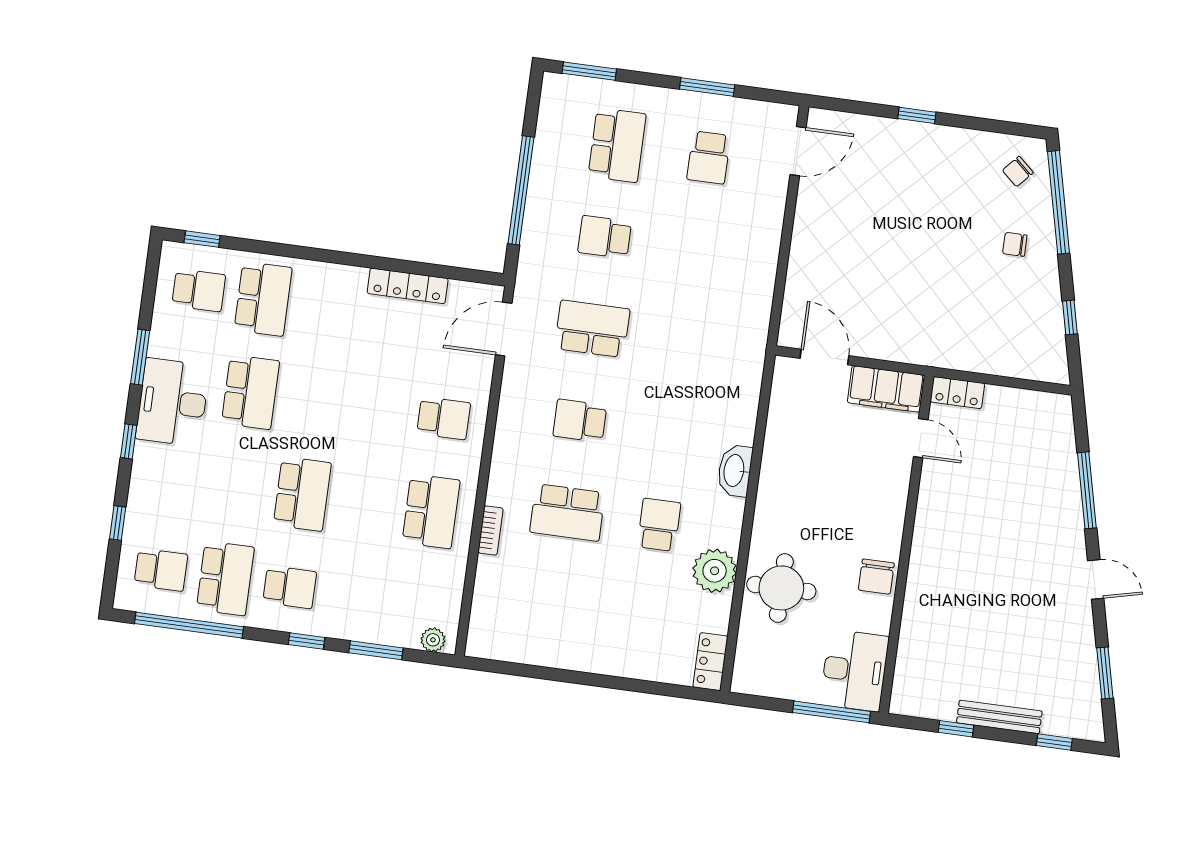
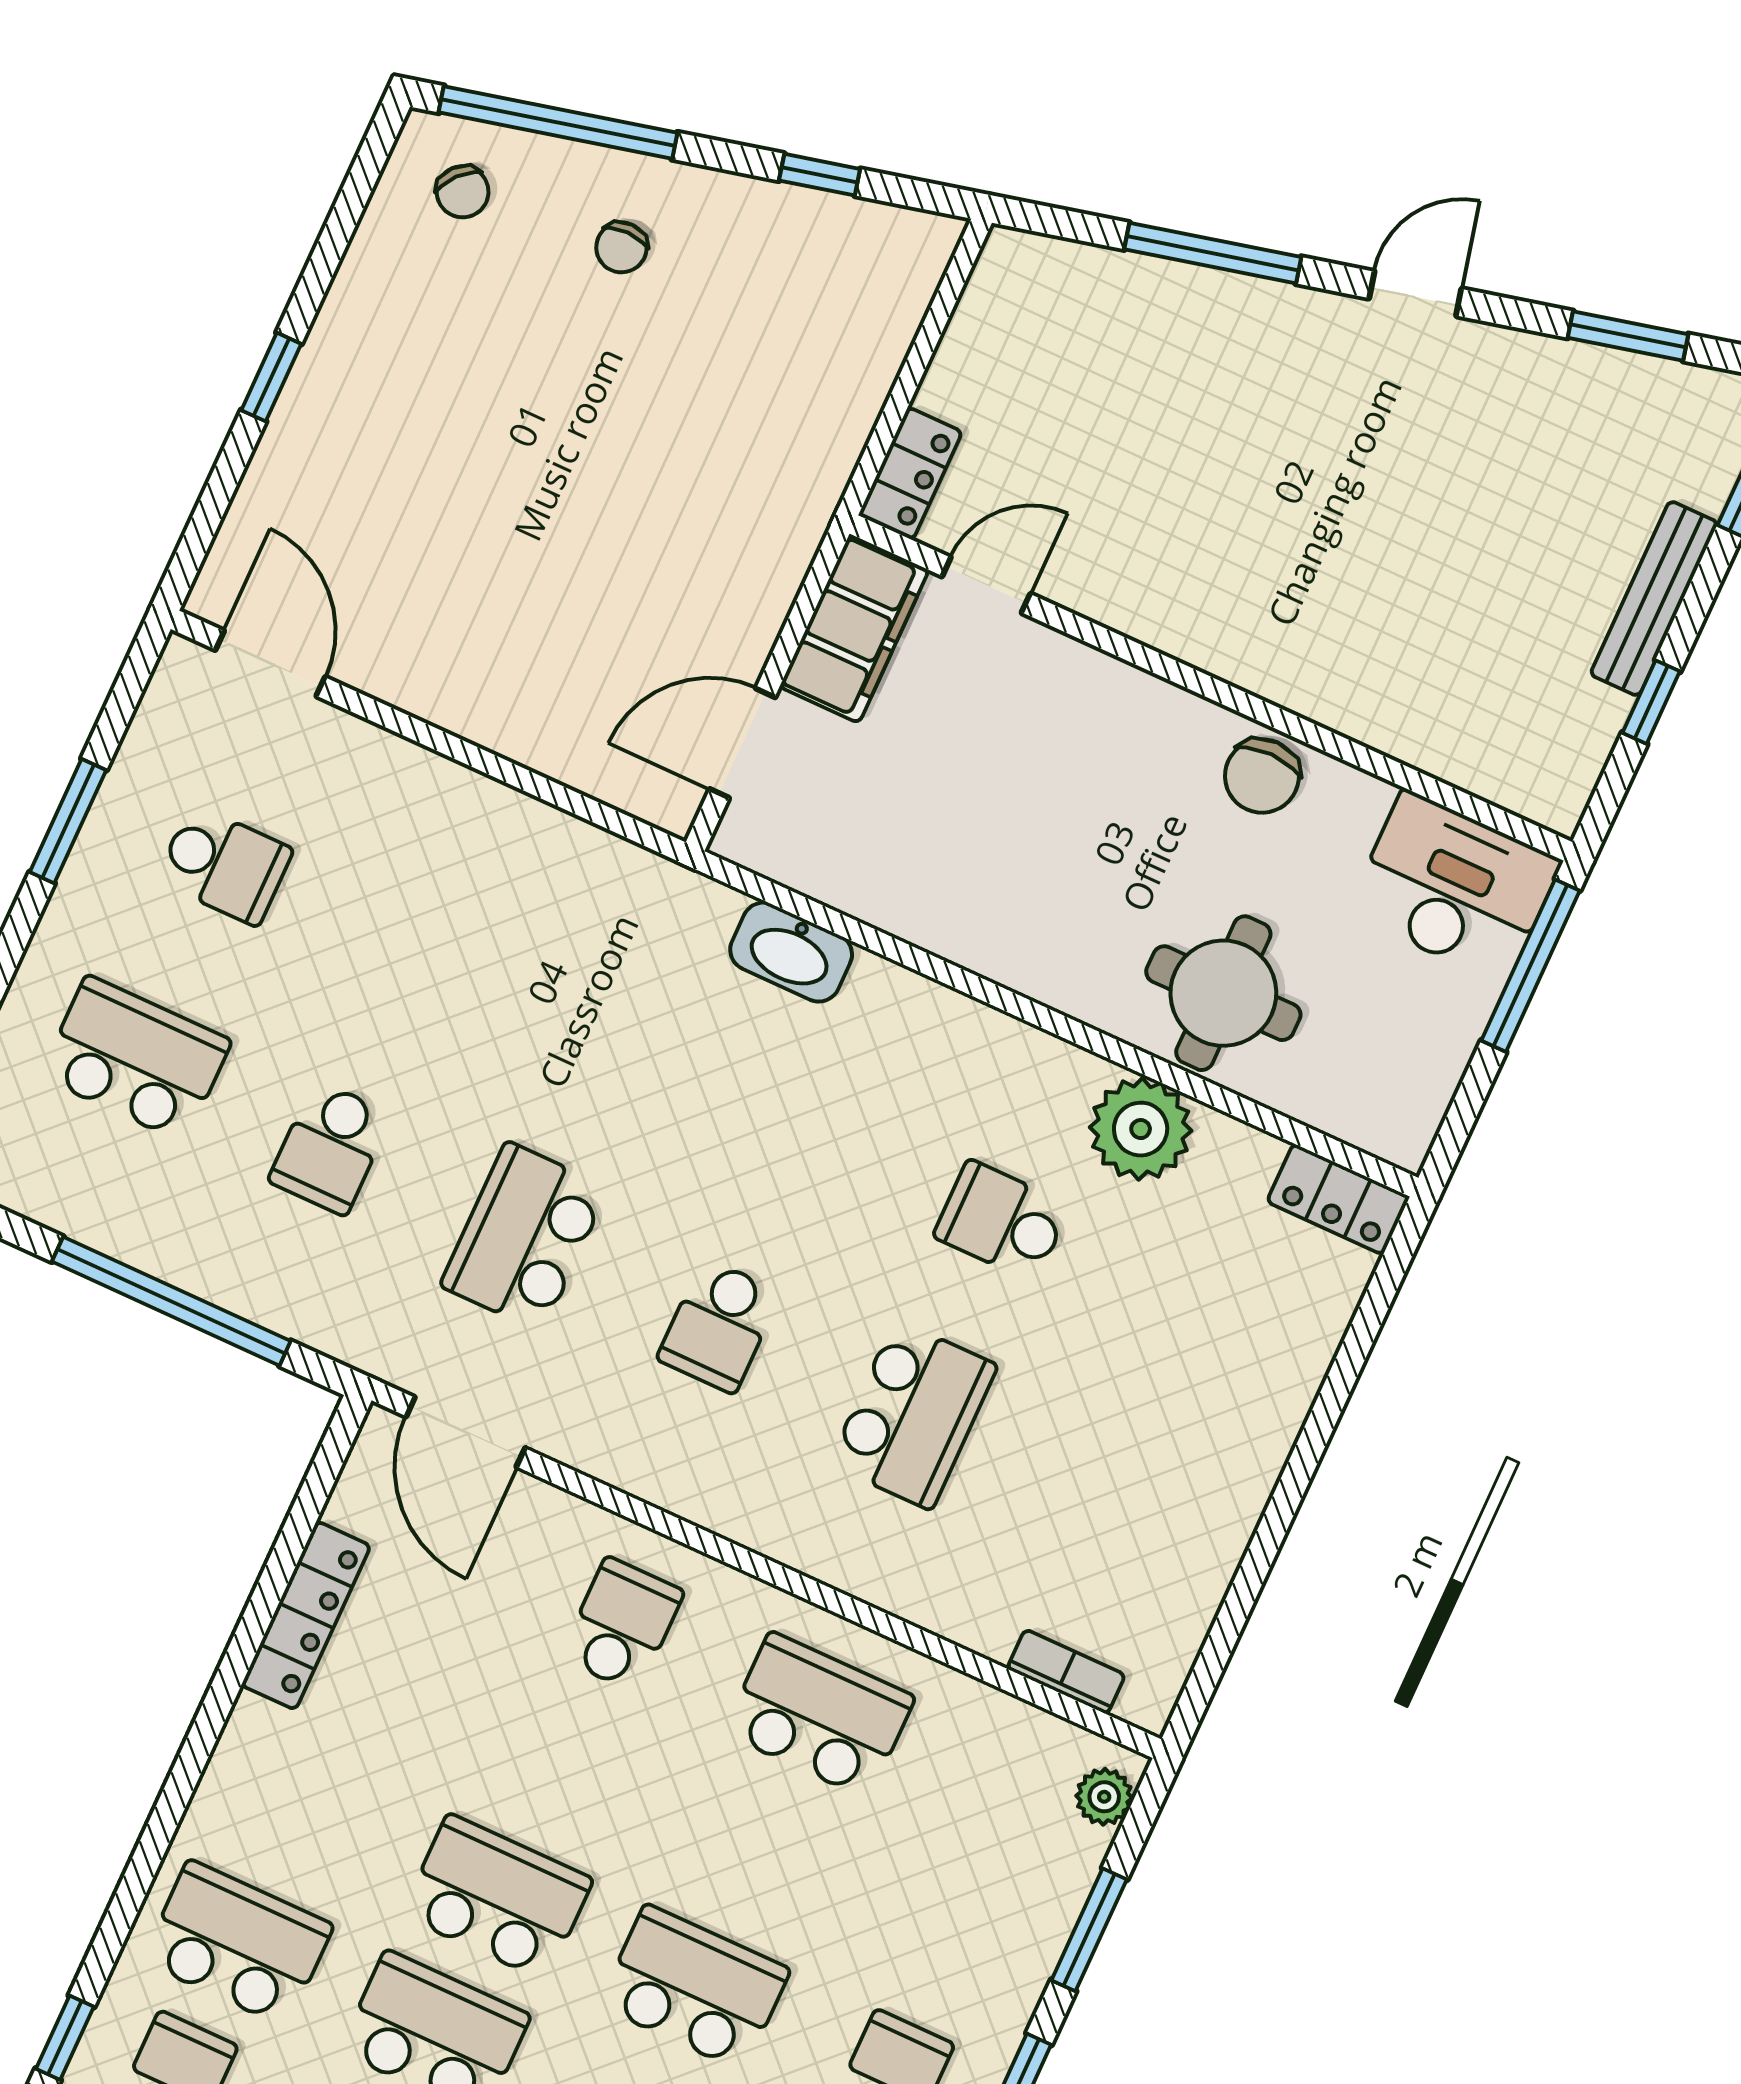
school desk: (315, 401) -> (497, 1897), added
washbasin: (735, 471) -> (791, 952), moved
bookcase: (491, 530) -> (1066, 1672), moved
chair: (876, 577) -> (1262, 776), turned 90

